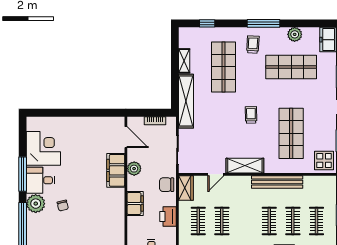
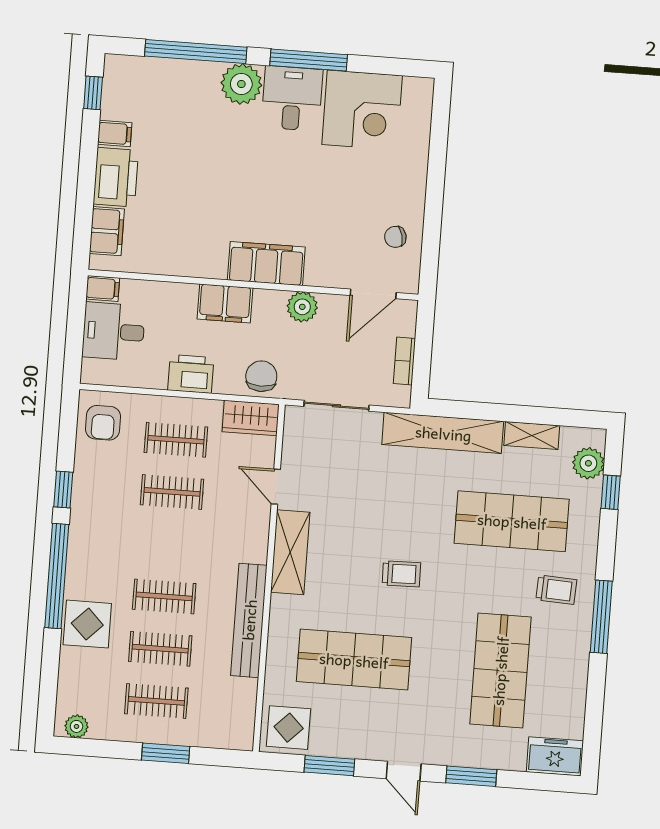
plant: (295, 34) -> (588, 463), moved
filing cabinet: (116, 170) -> (266, 264), moved
chair: (63, 206) -> (395, 237), moved

